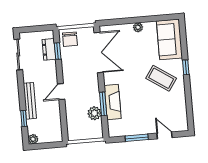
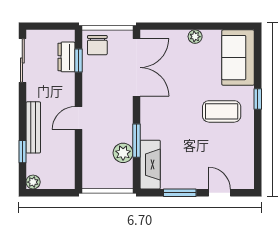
coffee table: (161, 78) -> (222, 111), turned -34
fireplace: (113, 102) -> (150, 165), moved

